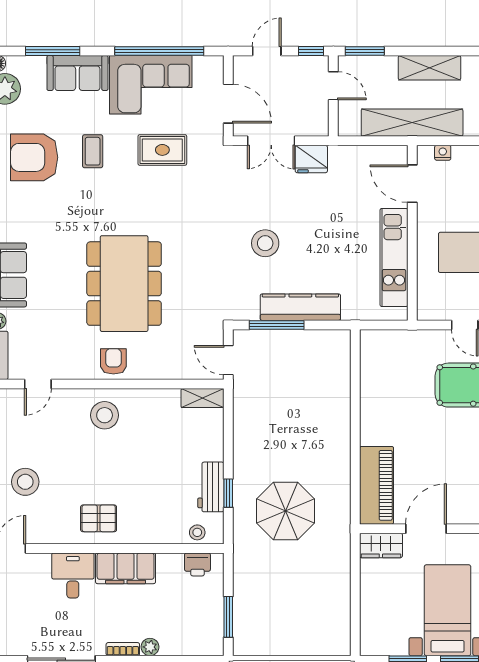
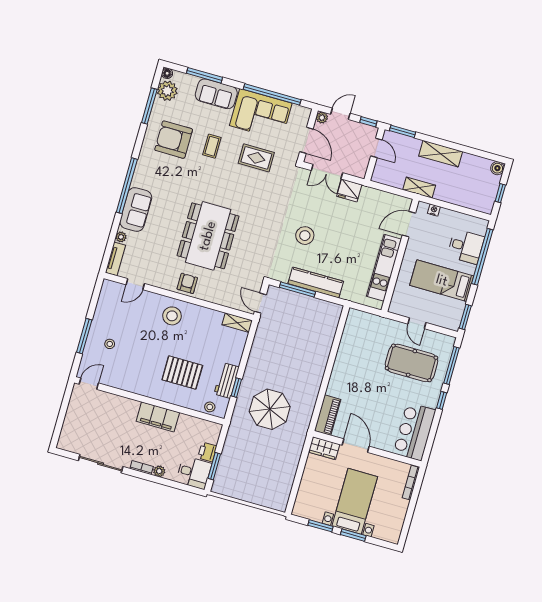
plant: (241, 64) -> (322, 118), added
shelving: (412, 123) -> (419, 188), width x0.45, depth x0.75
door: (412, 184) -> (409, 224), hinge flipped
stool: (25, 482) -> (110, 344), width x0.53, depth x0.53
piano: (377, 485) -> (328, 415), width x0.73, depth x0.75
pallet: (99, 518) -> (182, 373), moved, width x1.50, depth x1.42
door: (426, 529) -> (356, 446), hinge flipped
printer: (197, 564) -> (207, 452), moved, turned 90
desk: (73, 575) -> (194, 473), moved, turned 90

